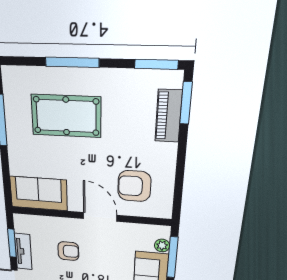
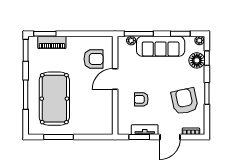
pool table: (66, 116) -> (54, 99), width x1.36, depth x1.32
armchair: (134, 186) -> (94, 59), turned -90
sofa: (39, 193) -> (103, 117), removed
armchair: (68, 251) -> (141, 99), turned -90

